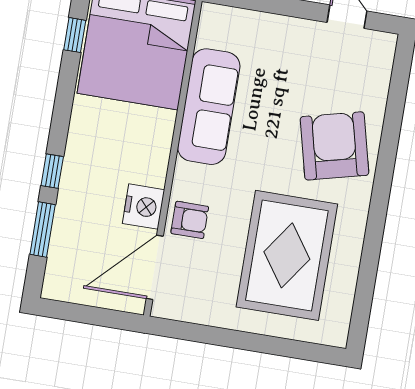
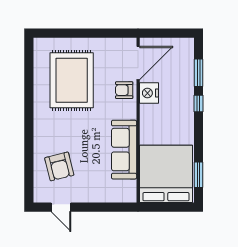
window: (75, 35) -> (199, 175), width x1.50
armchair: (335, 146) -> (59, 166), moved, width x0.73, depth x0.73

